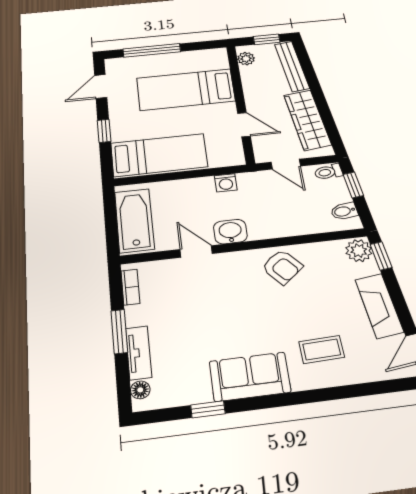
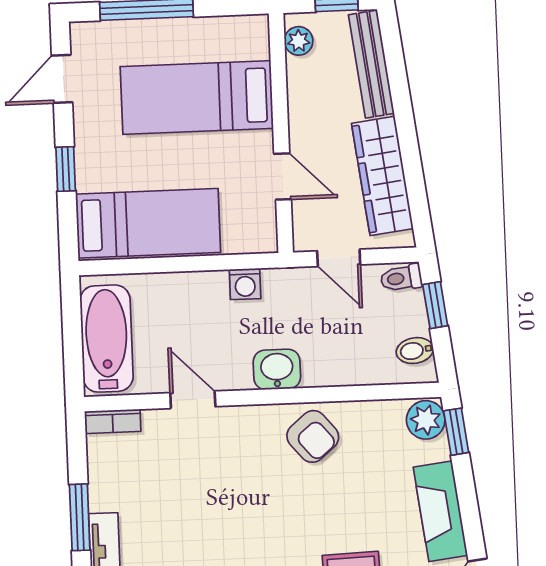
washbasin: (230, 232) -> (277, 369), moved
bookcase: (130, 287) -> (113, 421), moved, turned 90

